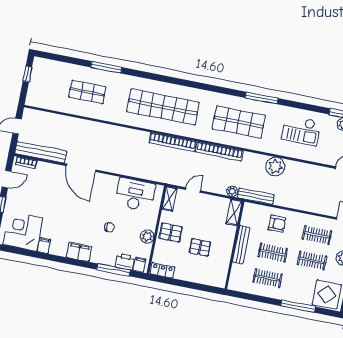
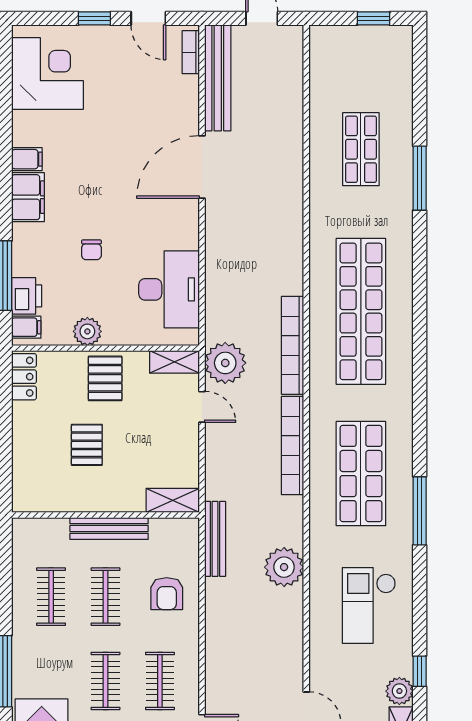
plant: (232, 191) -> (225, 363), moved, width x1.88, depth x1.88
filing cabinet: (44, 246) -> (27, 159), moved

